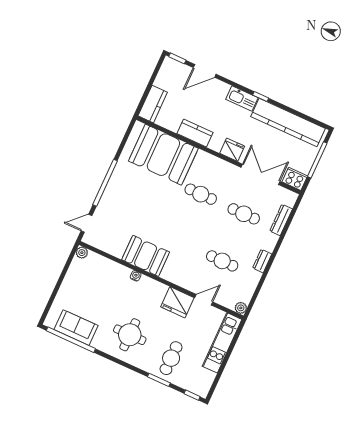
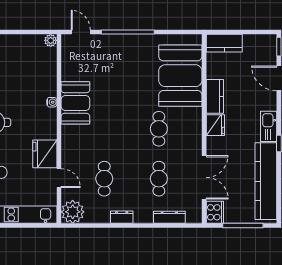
fridge: (232, 150) -> (215, 125), moved
plant: (241, 308) -> (73, 212), width x1.87, depth x1.87

